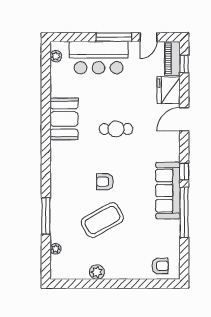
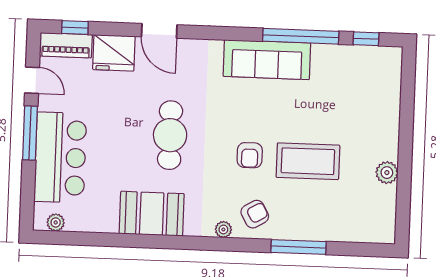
cafe table: (116, 129) -> (170, 135), width x1.37, depth x1.35
window: (184, 172) -> (366, 39), moved
coffee table: (102, 220) -> (308, 161), turned -61
plant: (55, 249) -> (223, 229), moved
armchair: (160, 266) -> (255, 214), moved, turned 60

